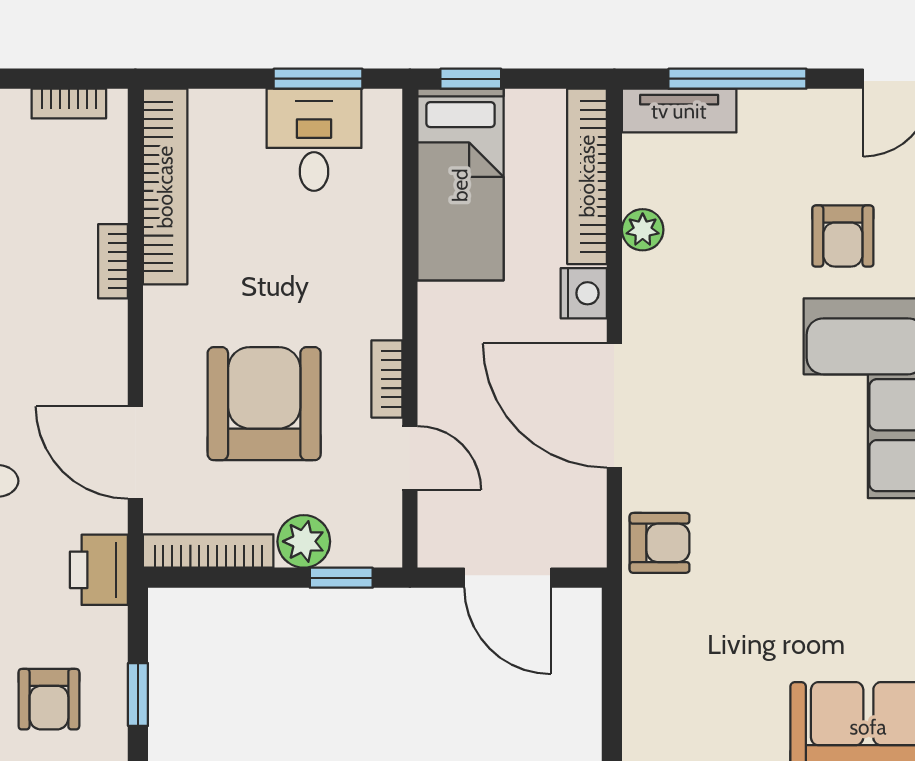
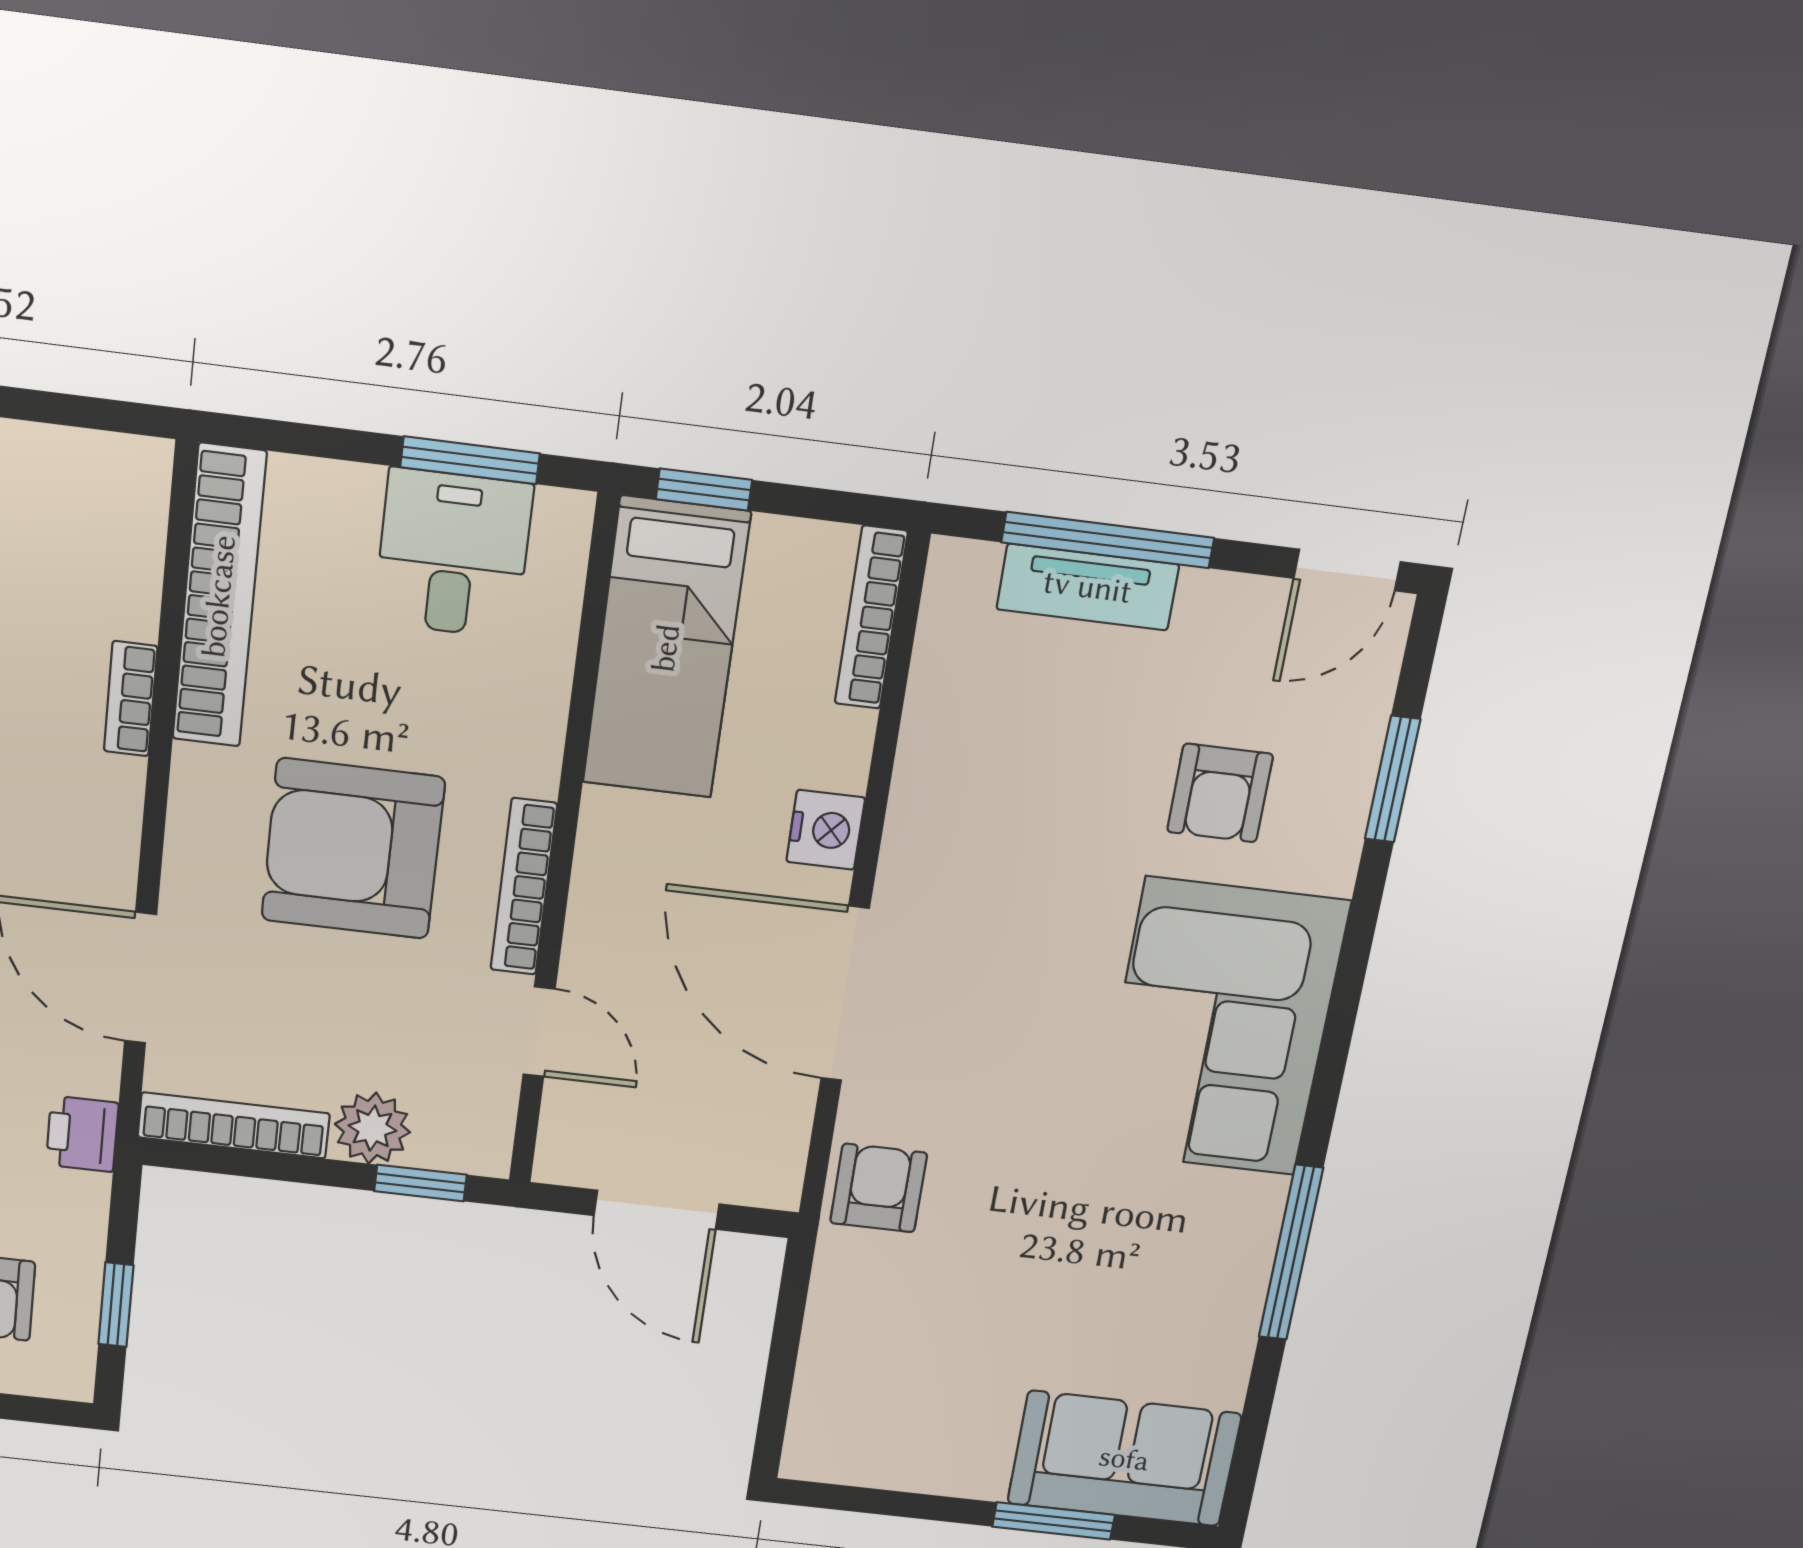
bookcase: (69, 104) -> (82, 451), removed
tv unit: (679, 111) -> (1088, 587), moved
bookcase: (587, 176) -> (871, 618), width x0.68, depth x0.76
plant: (643, 230) -> (927, 748), removed
bookcase: (387, 379) -> (524, 887), width x1.56
armchair: (264, 404) -> (353, 849), moved, turned -90
armchair: (660, 543) -> (879, 1188), turned -90
printer: (99, 570) -> (82, 1134), width x0.73, depth x0.81

